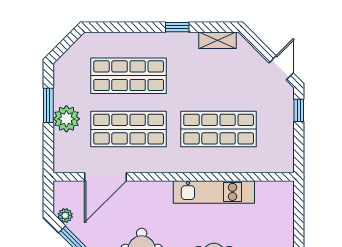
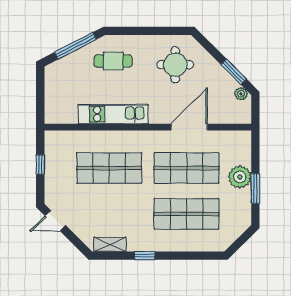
door: (281, 68) -> (55, 221), hinge flipped
window: (299, 110) -> (40, 164), moved
door: (105, 177) -> (189, 127), moved

